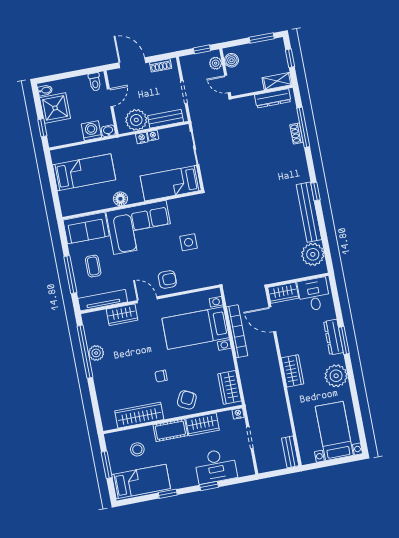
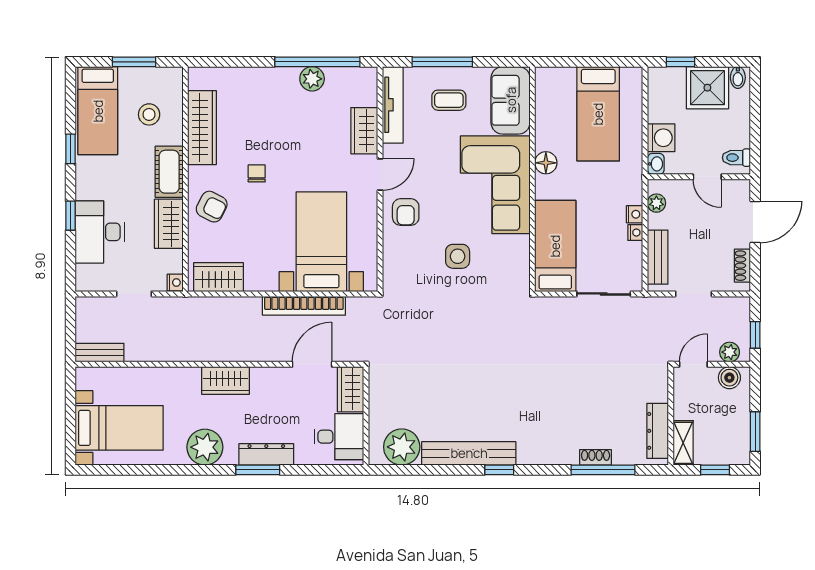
plant: (136, 120) -> (656, 203), width x0.53, depth x0.53

